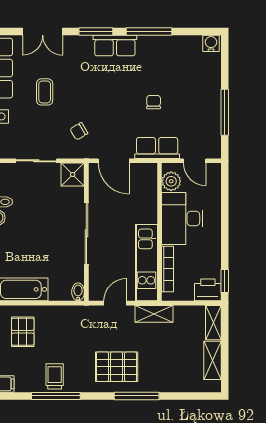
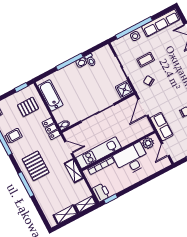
coffee table: (45, 92) -> (146, 60), moved
locker: (74, 314) -> (51, 129), added

